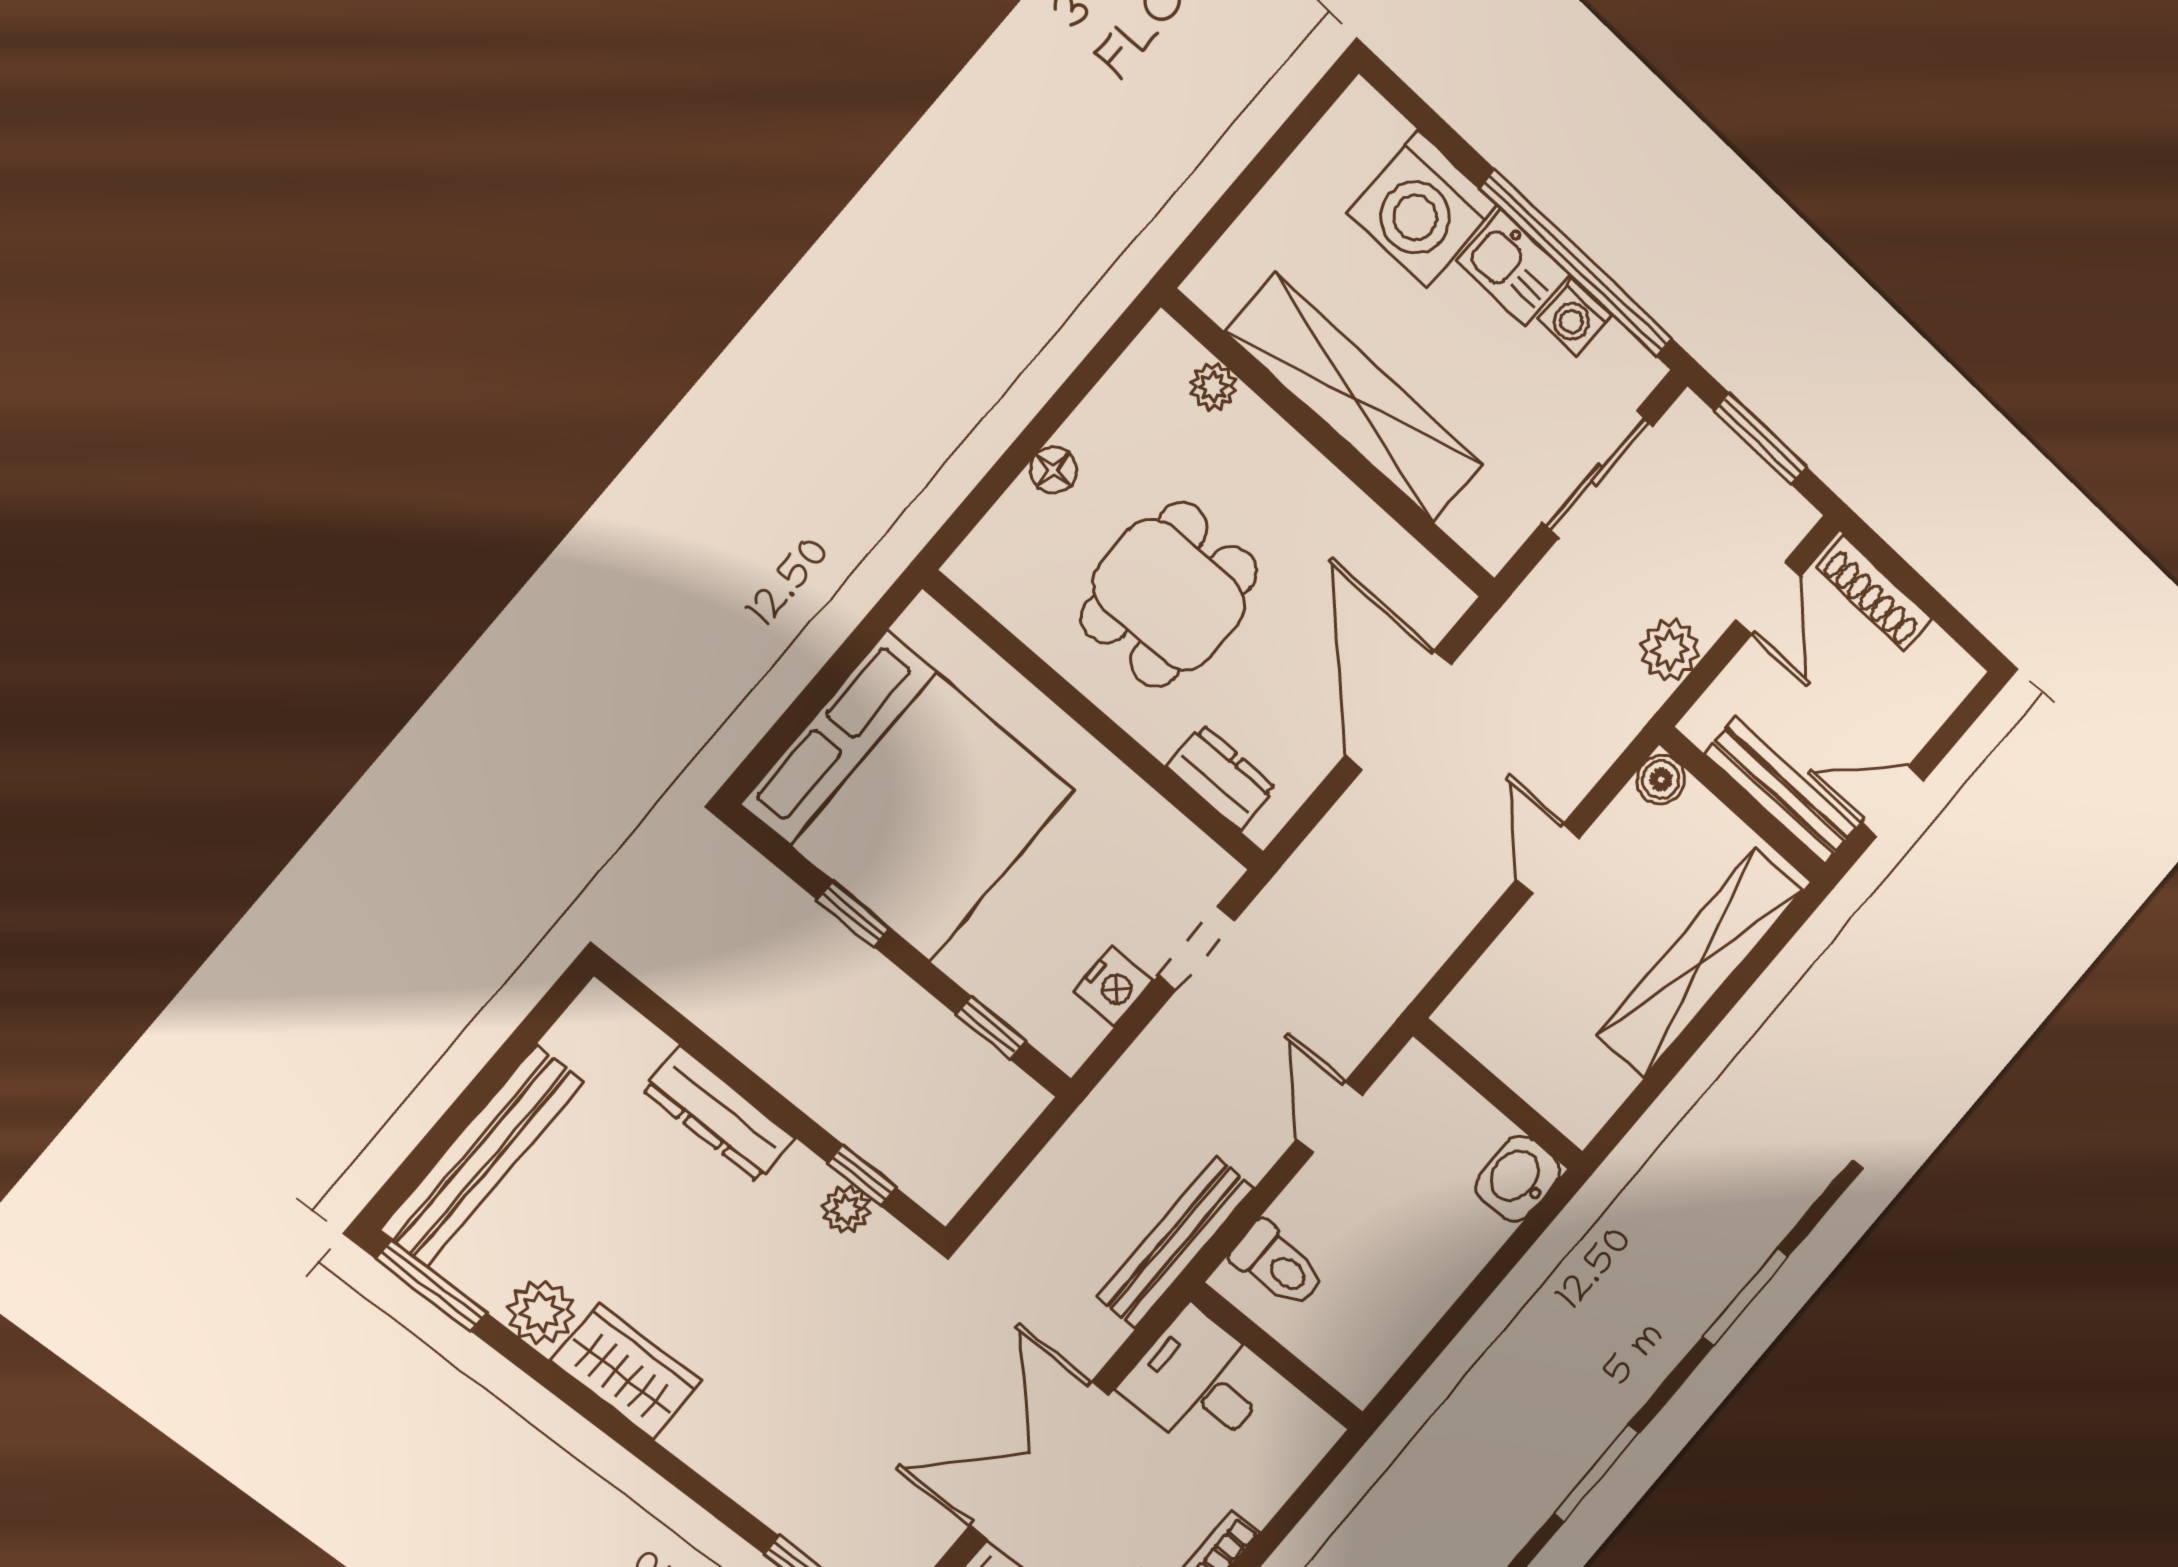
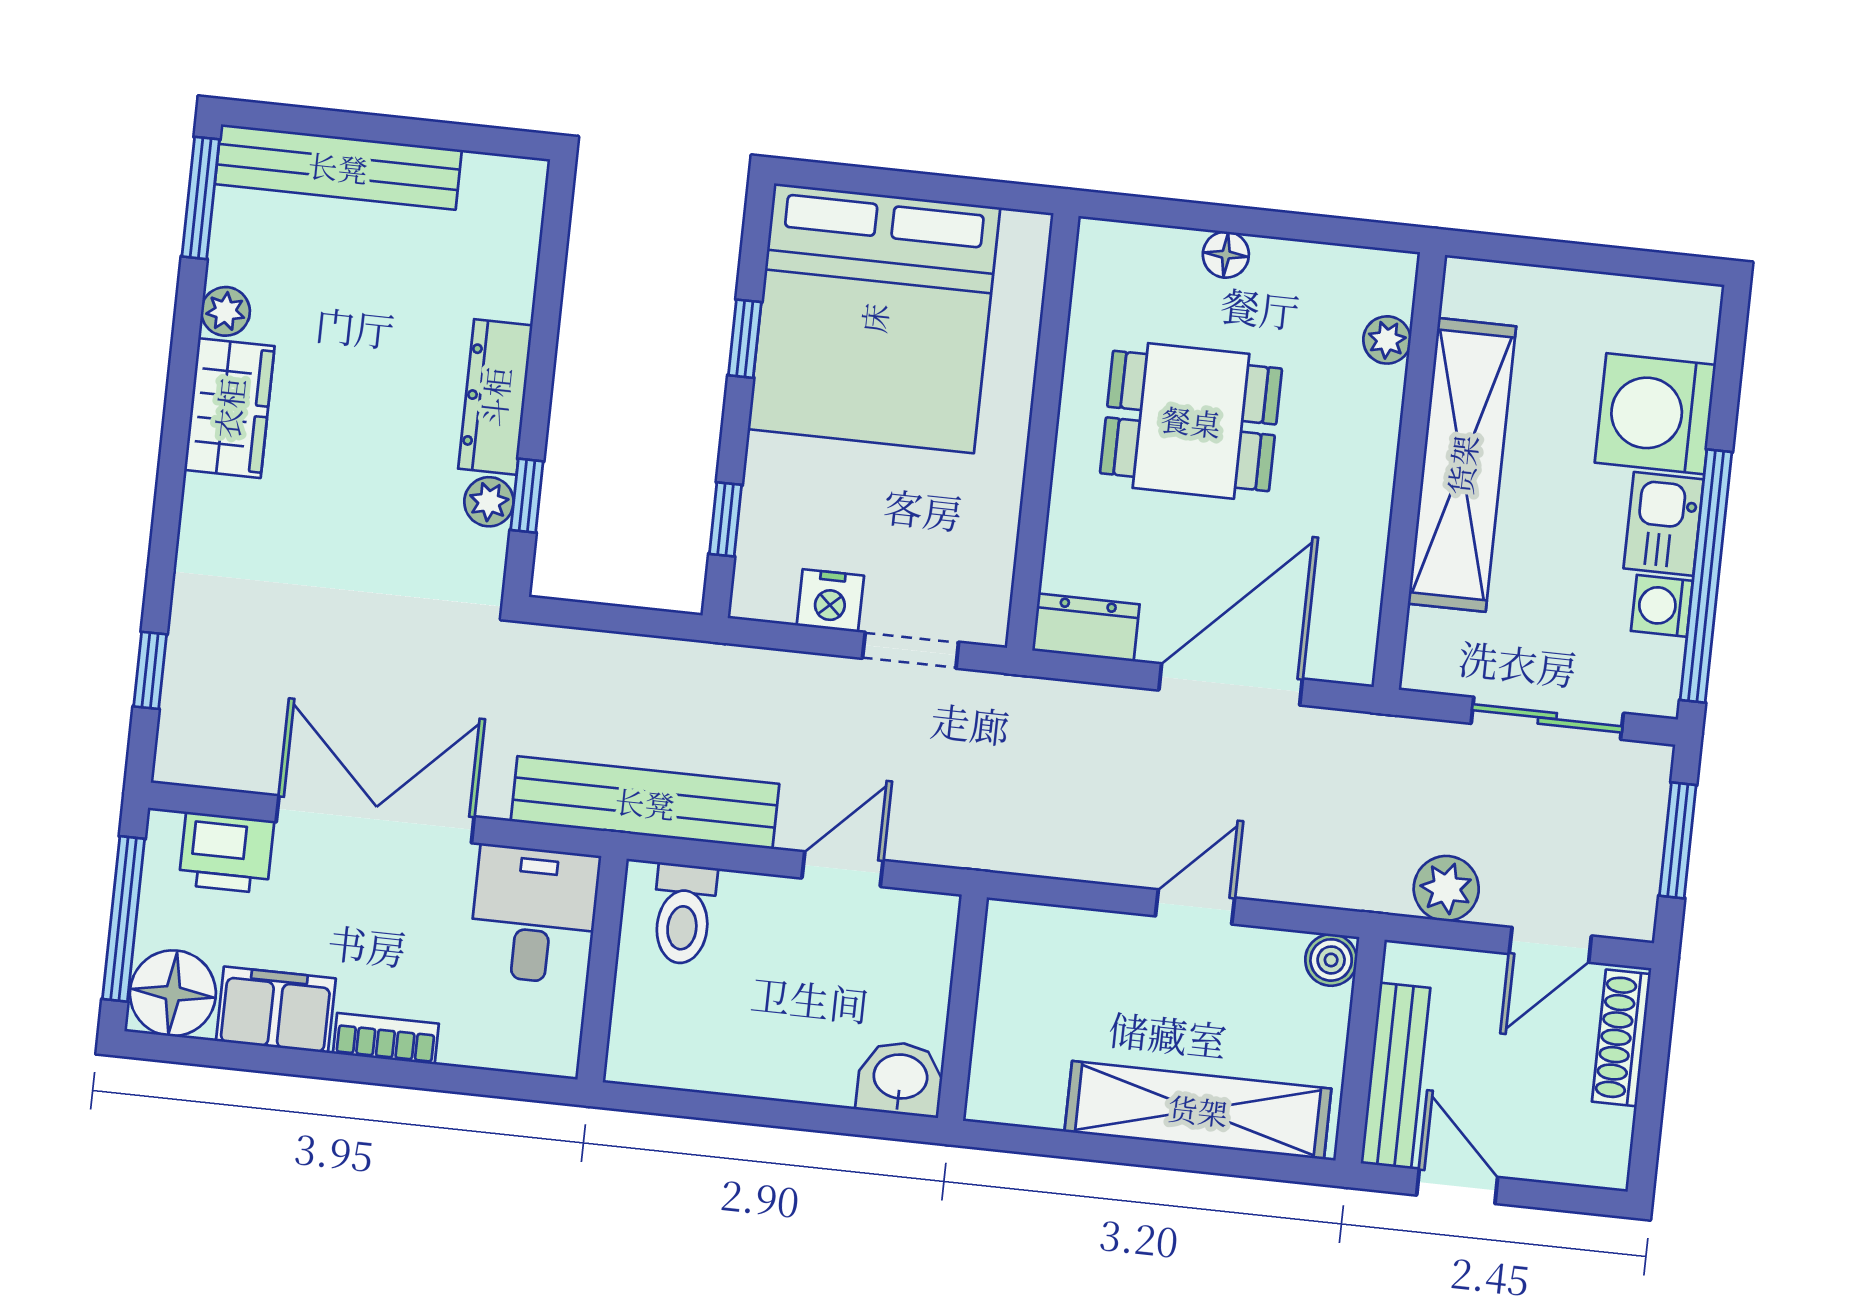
dresser: (1221, 778) -> (1086, 627), moved, turned -90
dresser: (719, 1114) -> (495, 397), moved
bench: (1175, 1243) -> (645, 803), width x1.37, depth x1.21
plant: (541, 1312) -> (226, 311), width x0.73, depth x0.73

